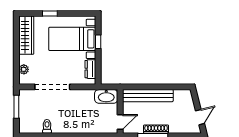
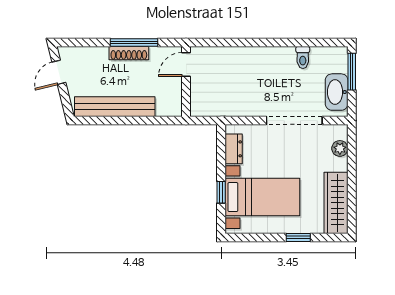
washbasin: (106, 96) -> (337, 92), moved, turned -90
bench: (148, 96) -> (115, 107), moved
window: (16, 107) -> (352, 72), moved

